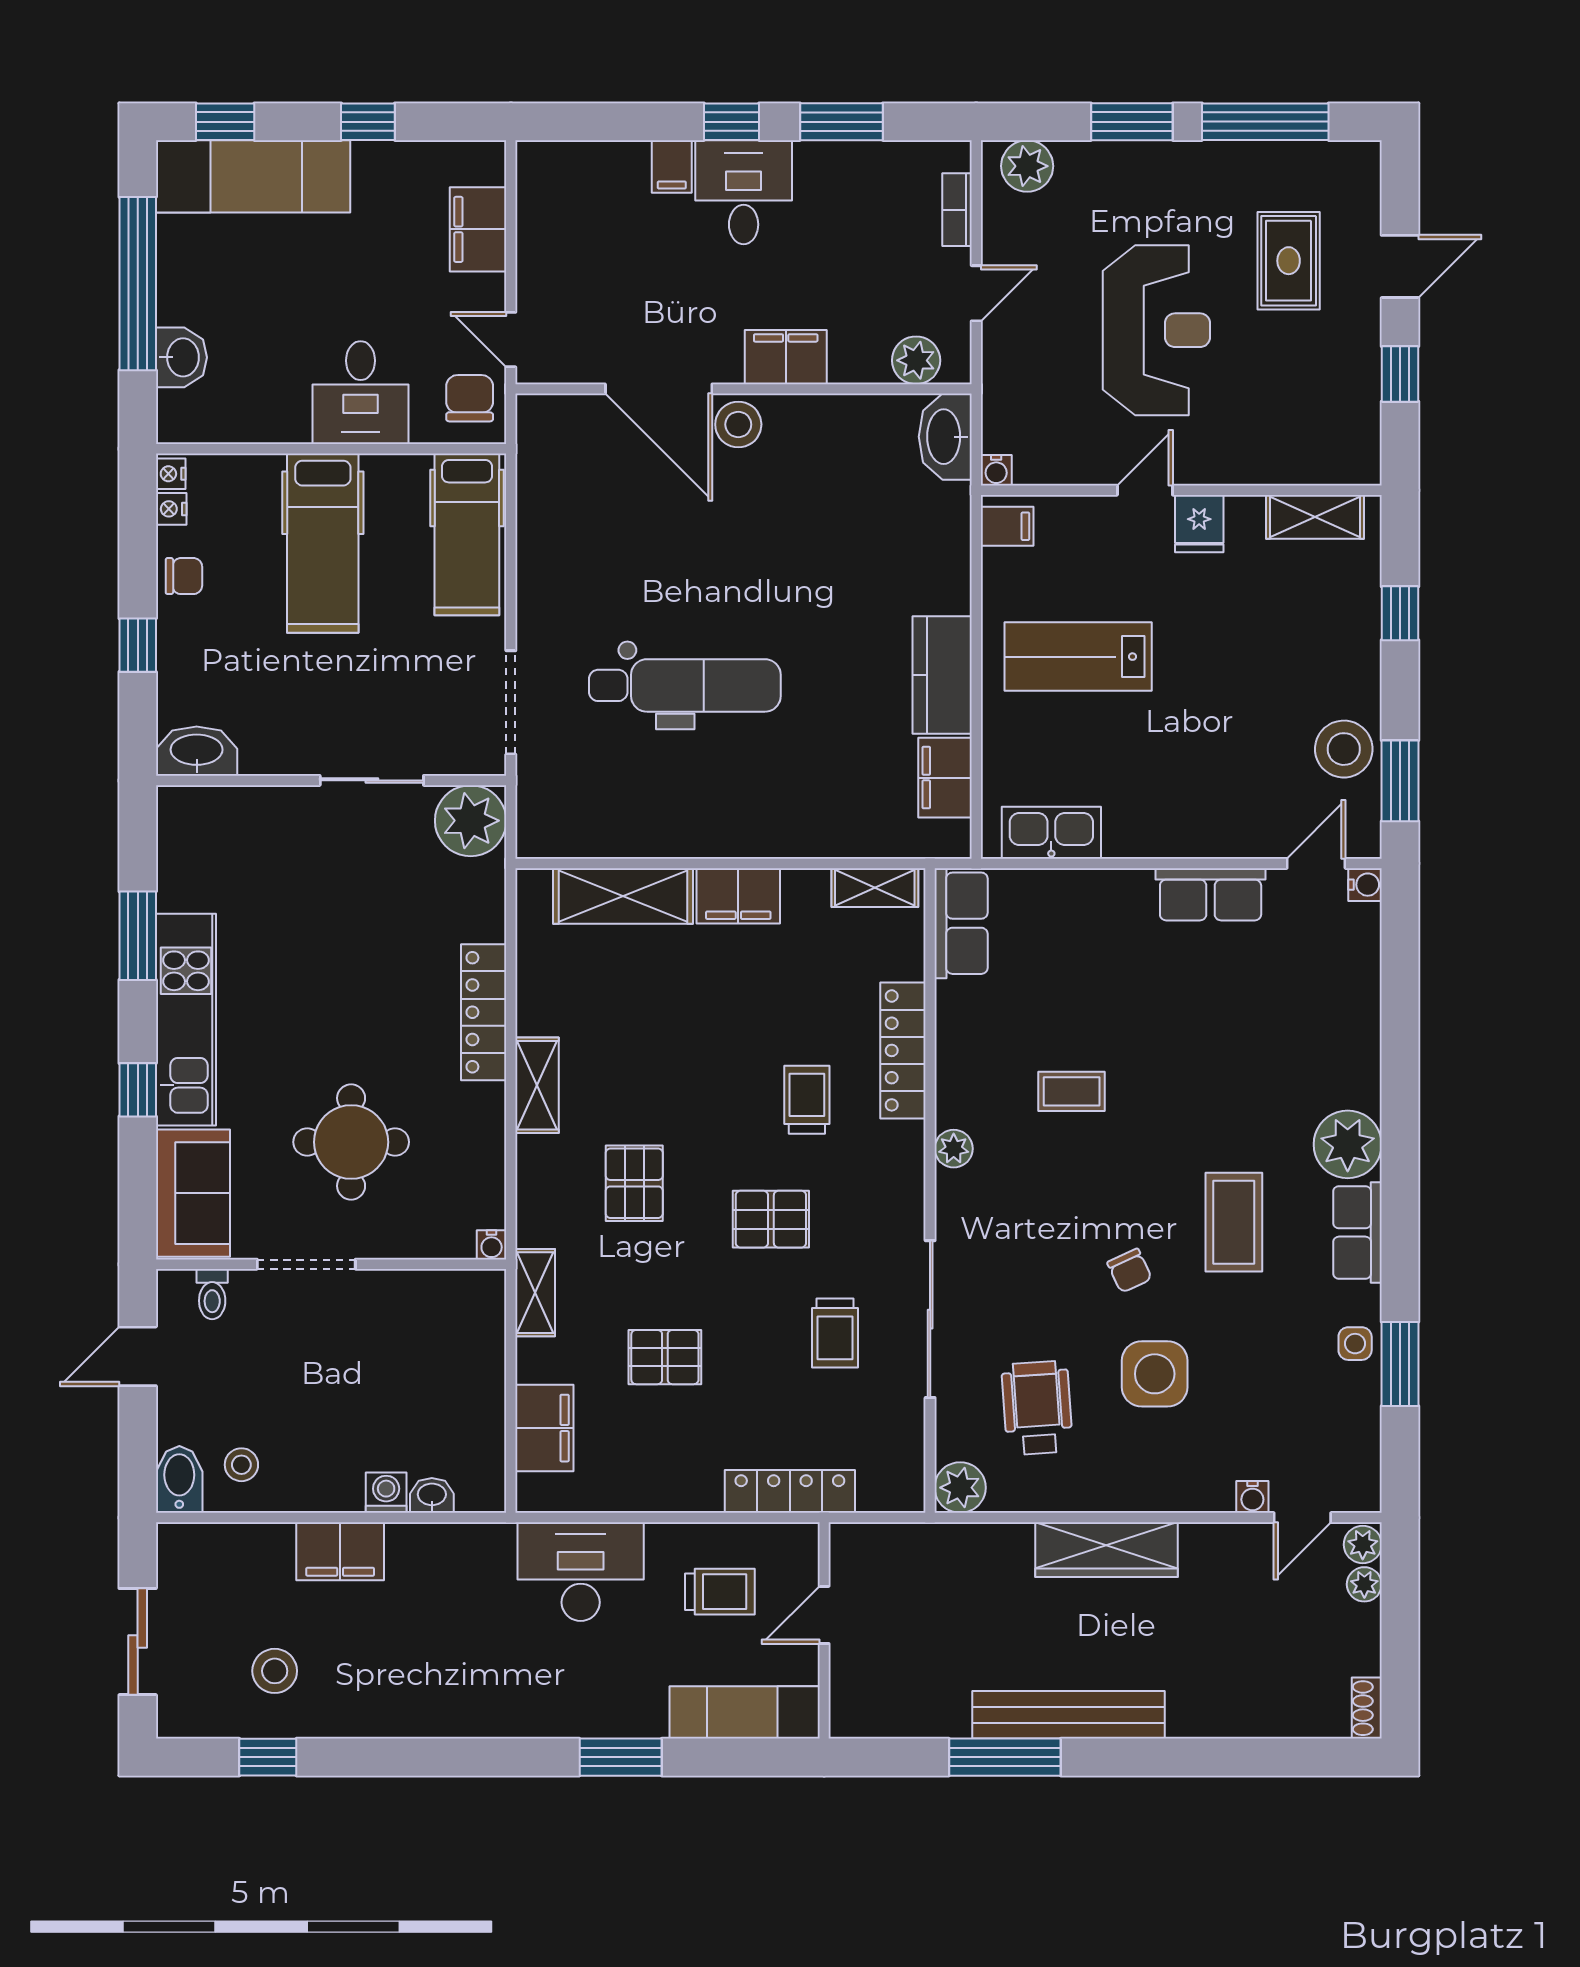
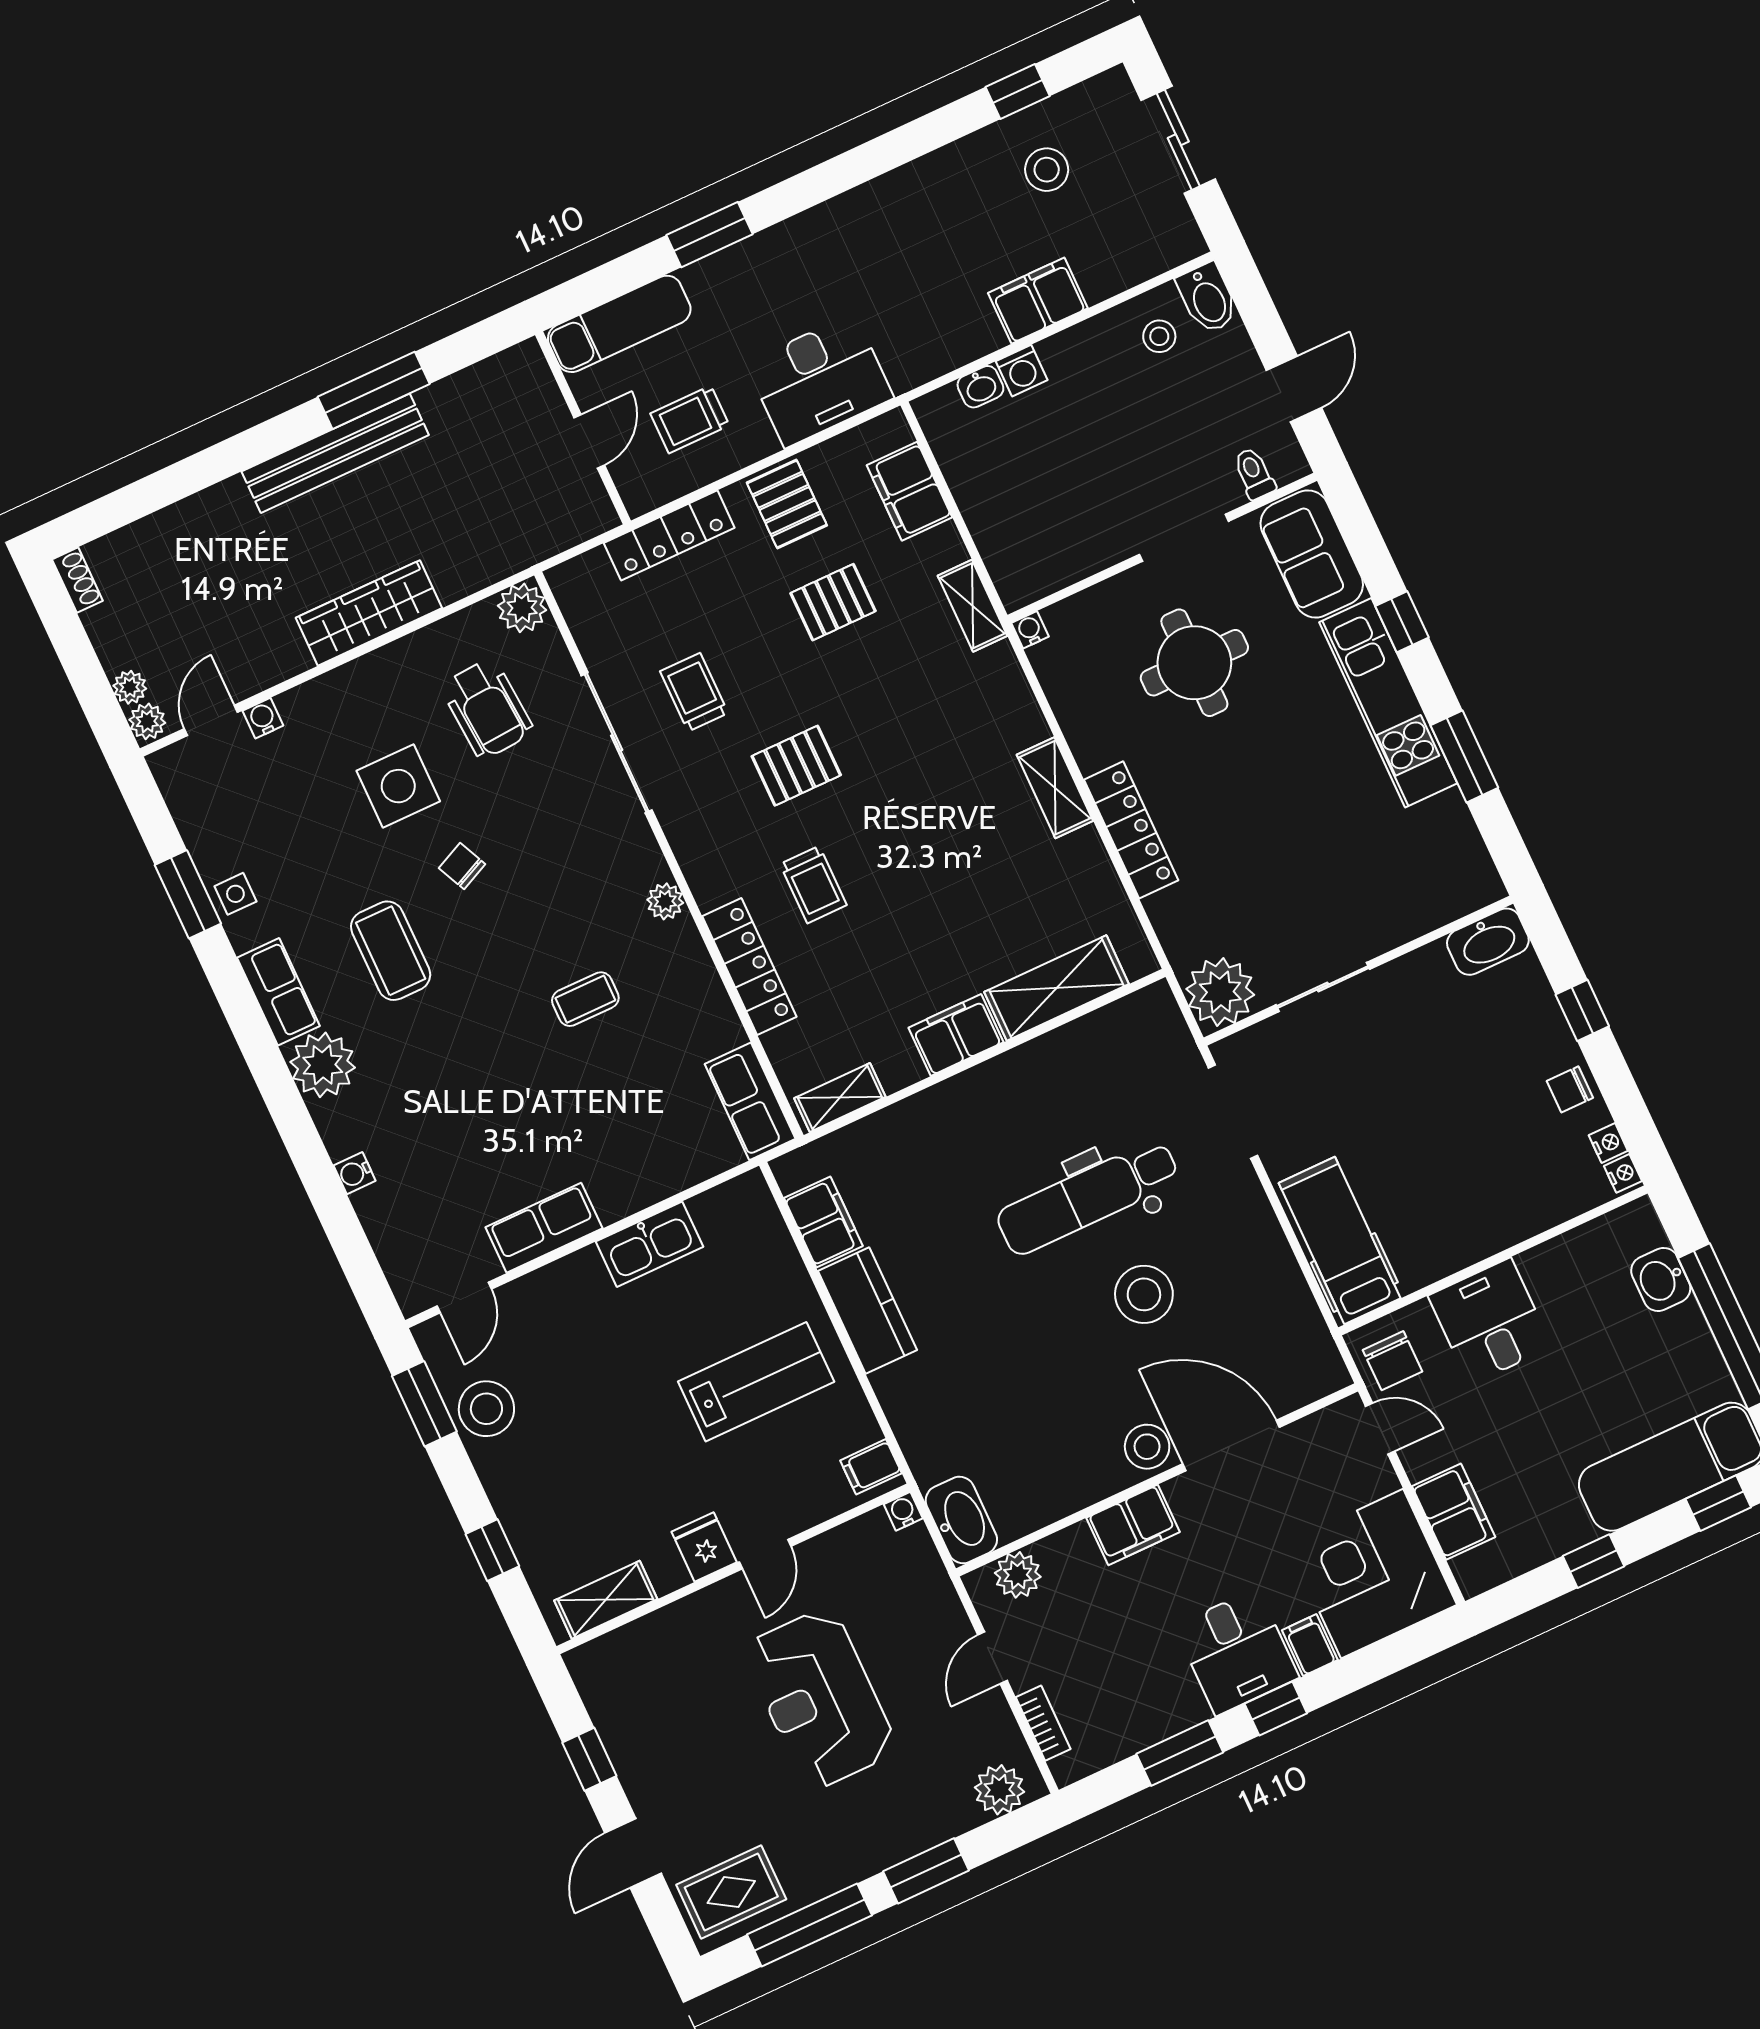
corner desk: (582, 207) -> (1372, 1574), added
rug: (1289, 261) -> (731, 1892), moved, turned 90
hospital bed: (323, 543) -> (1462, 1175), removed
stool: (675, 569) -> (1144, 1294), added
kitchen sink: (1051, 833) -> (649, 1244), moved
water cooler: (1365, 885) -> (355, 1173), moved
pallet: (634, 1183) -> (787, 504), moved

